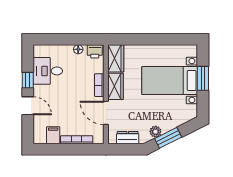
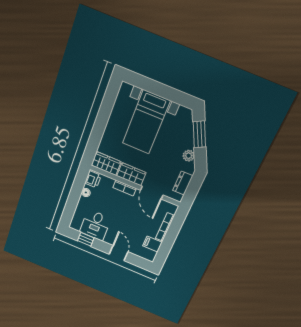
window: (203, 78) -> (157, 88), removed
window: (28, 80) -> (86, 239), moved
door: (28, 106) -> (119, 253), hinge flipped
door: (106, 113) -> (152, 193), hinge flipped
window: (168, 138) -> (199, 134), moved

